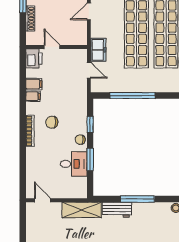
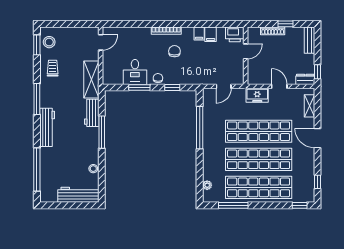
freezer: (98, 50) -> (257, 95), moved

